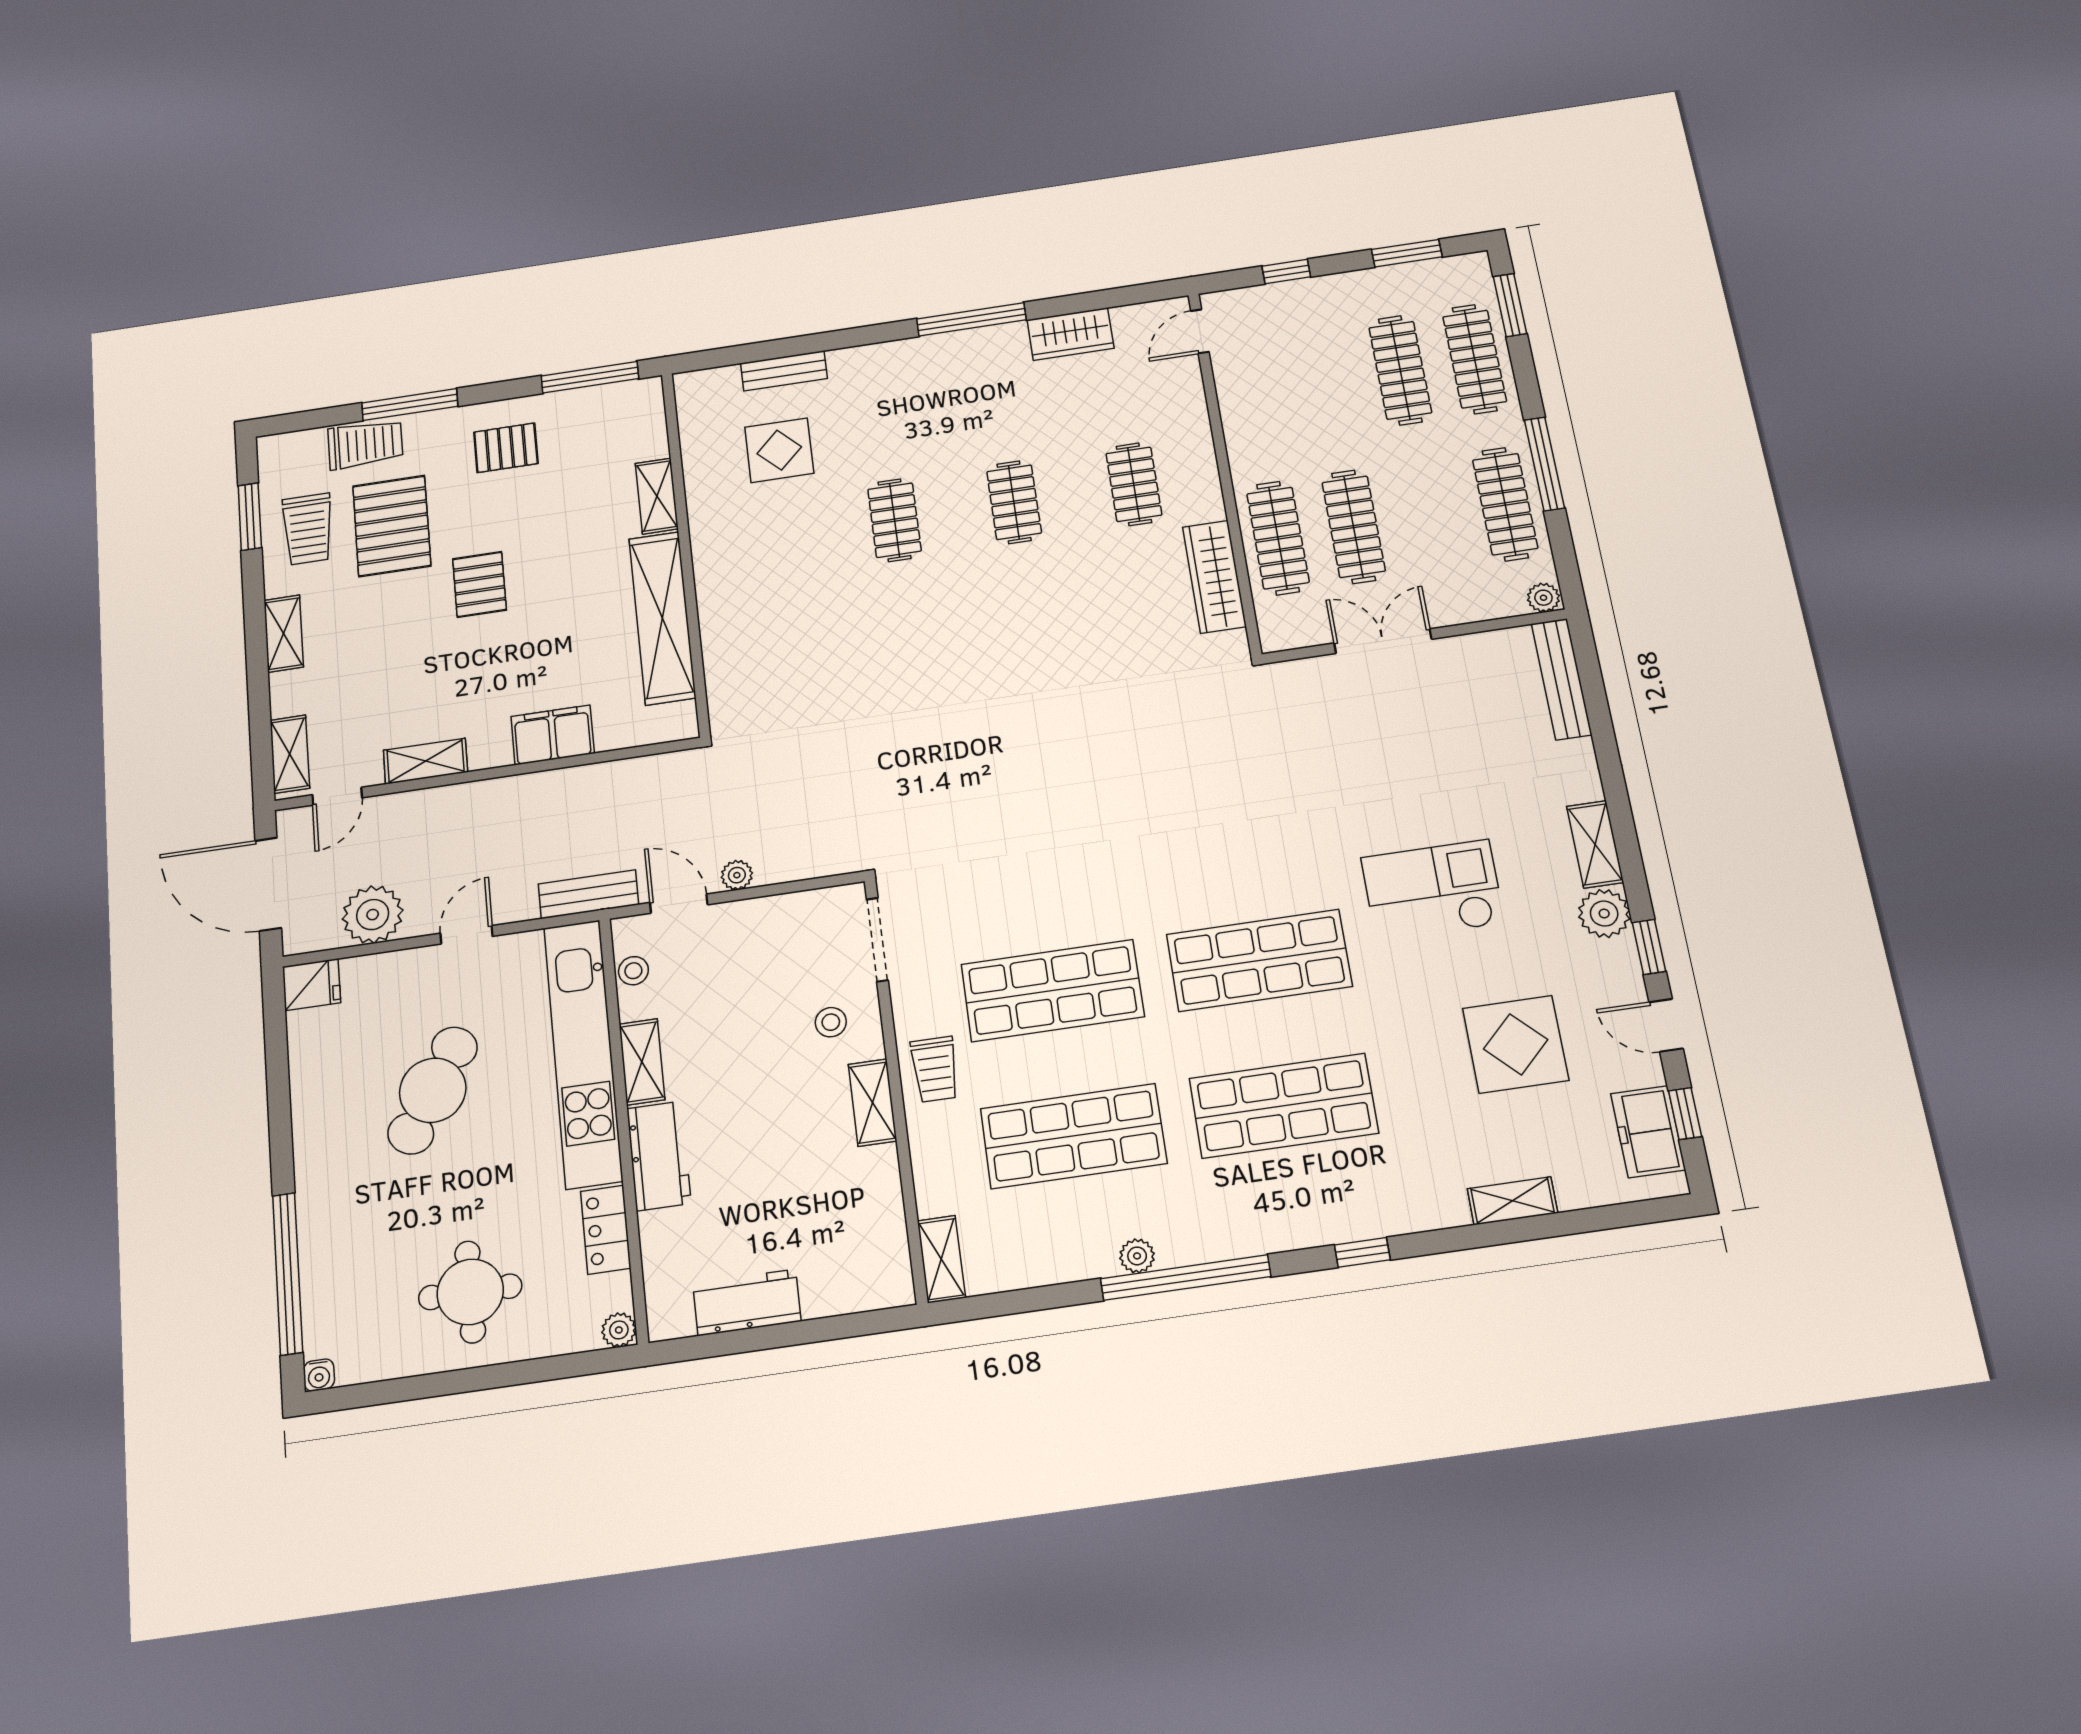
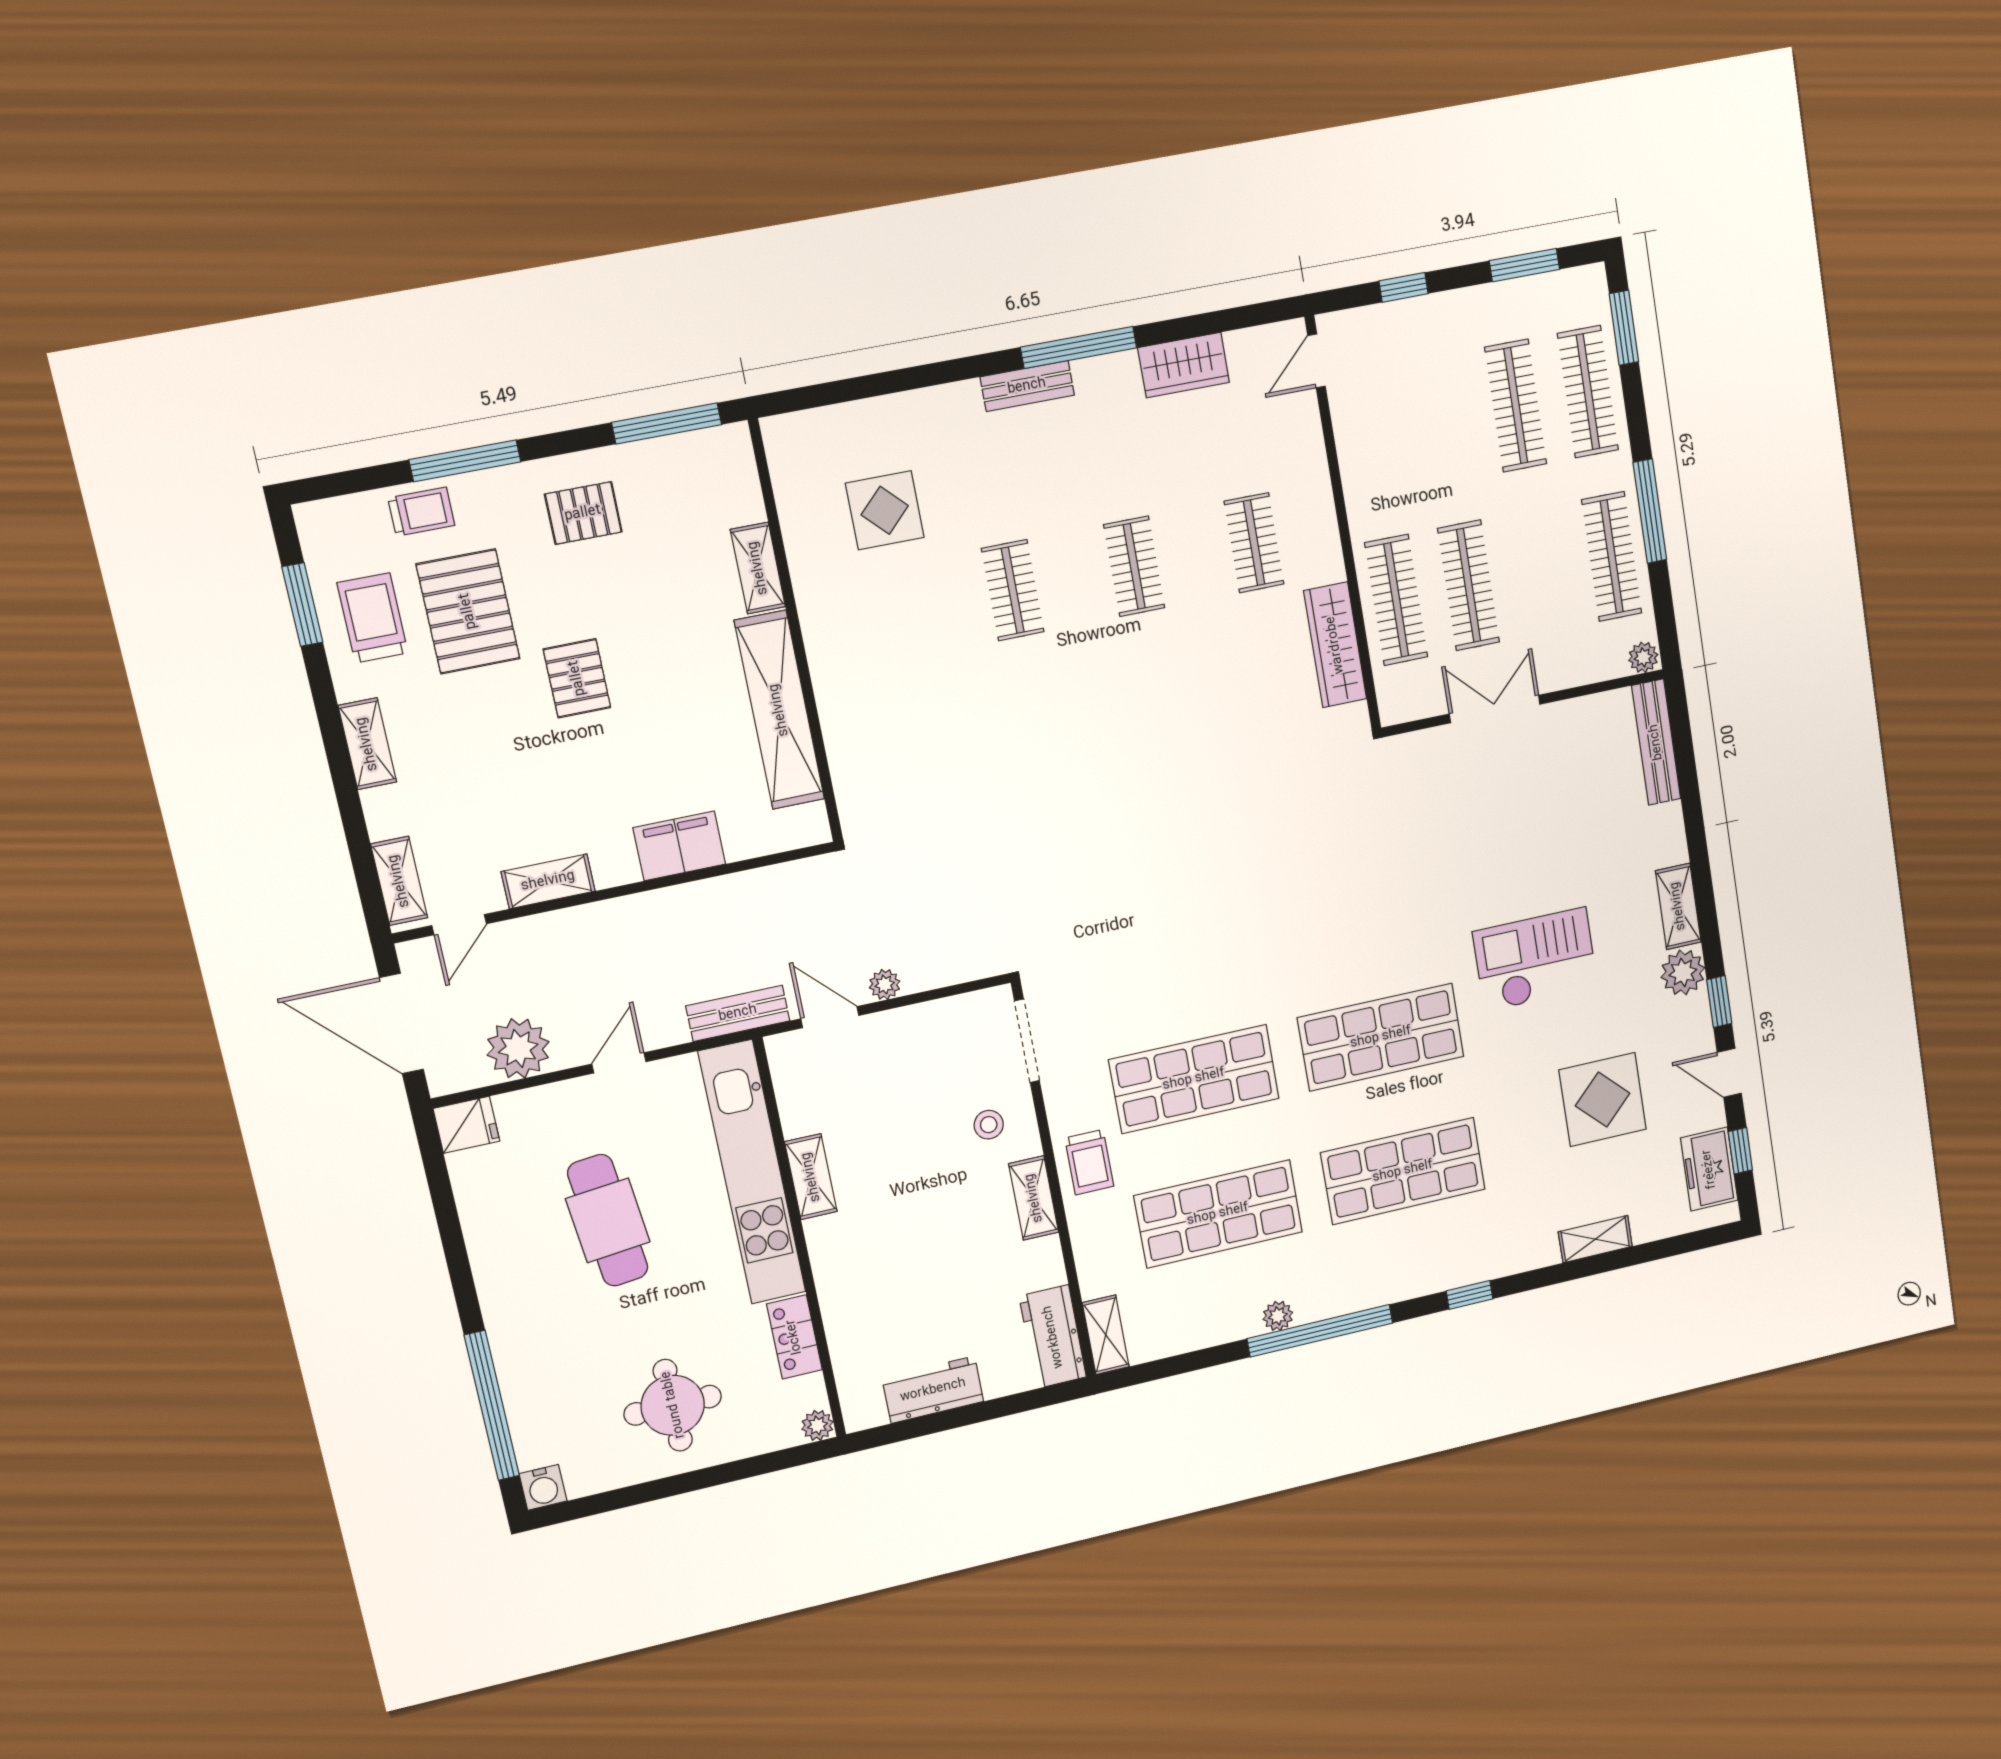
bench: (784, 371) -> (1027, 386), moved
trolley: (365, 444) -> (421, 512), width x0.73, depth x0.72
trolley: (308, 529) -> (373, 618), turned 180
stool: (633, 971) -> (792, 1088), removed
cafe table: (433, 1090) -> (608, 1220), turned -37
workbench: (659, 1156) -> (1053, 1337), moved, turned 180
water cooler: (319, 1375) -> (543, 1487), width x1.38, depth x1.38

